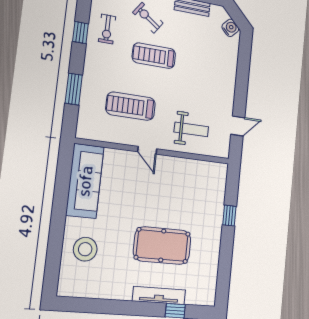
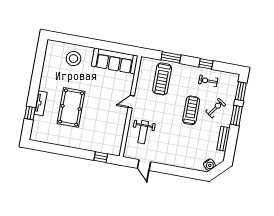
treadmill: (131, 106) -> (162, 79), moved, turned 180
window: (229, 216) -> (101, 157), moved
tv unit: (159, 295) -> (41, 103), width x0.71

